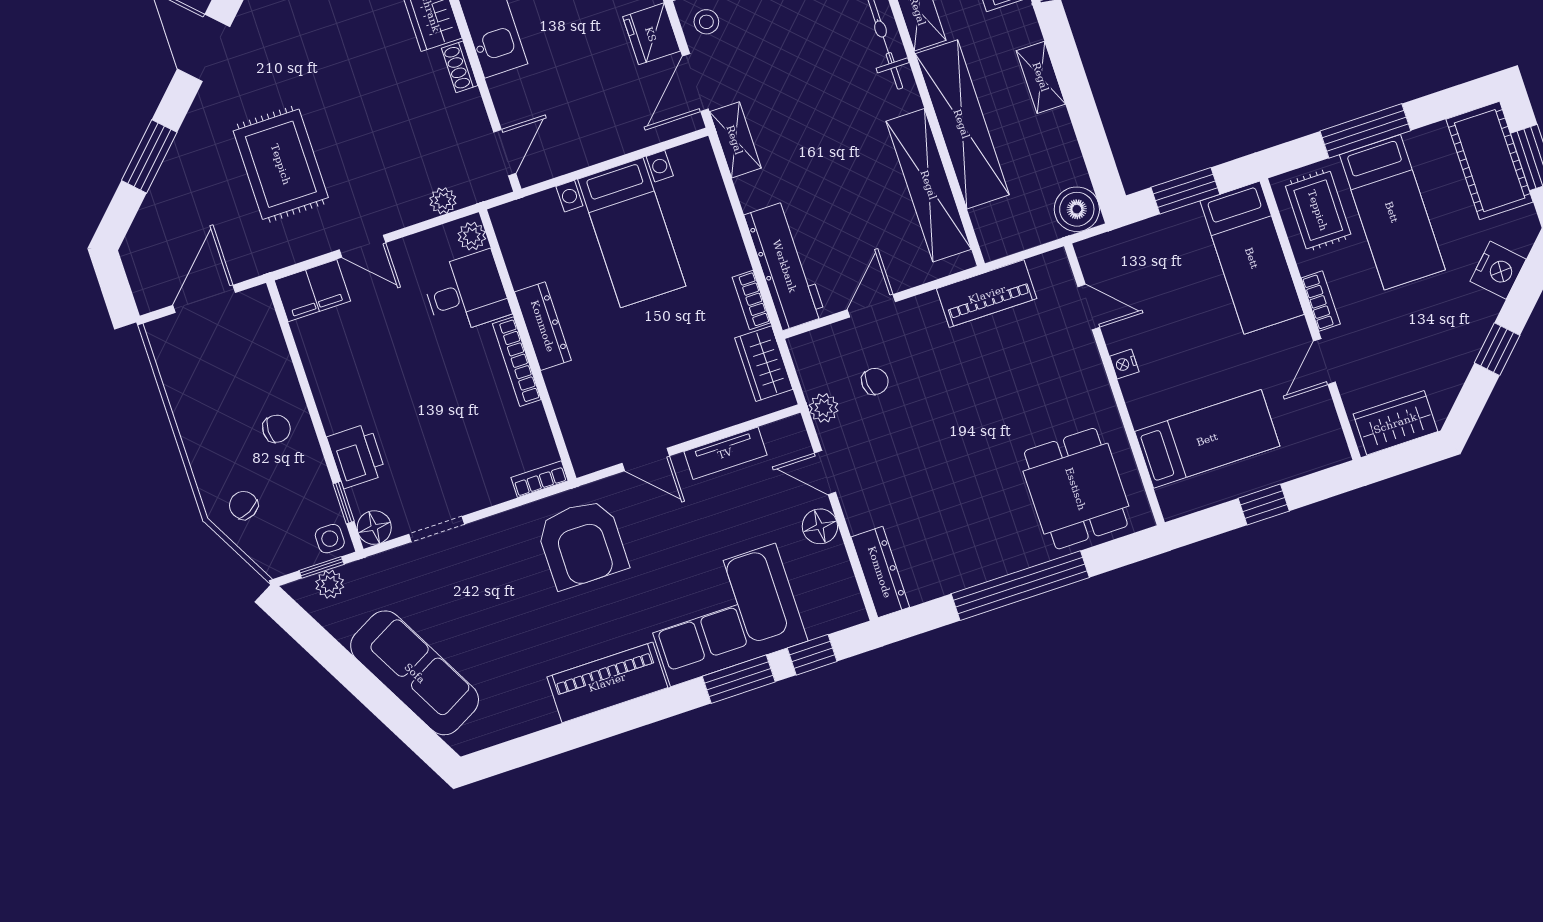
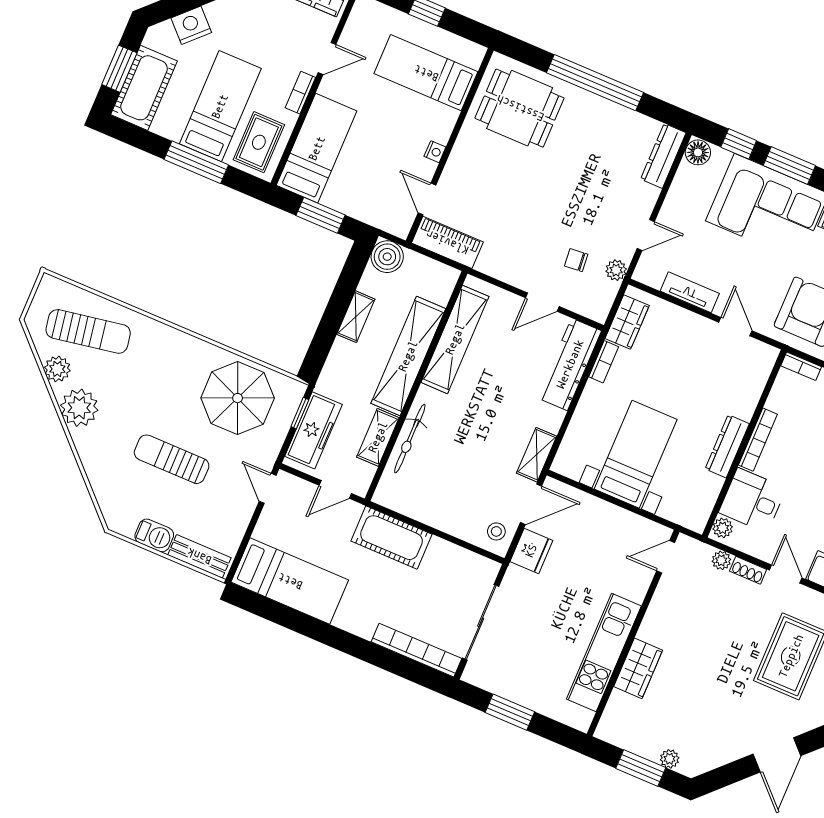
shoe rack: (460, 67) -> (748, 570), moved, turned 90
shelving: (1041, 77) -> (356, 317), moved
piano: (987, 294) -> (447, 242), moved
door: (825, 473) -> (646, 235), hinge flipped
dining table: (1076, 489) -> (520, 108), turned 90
floor lamp: (820, 526) -> (698, 152), moved

